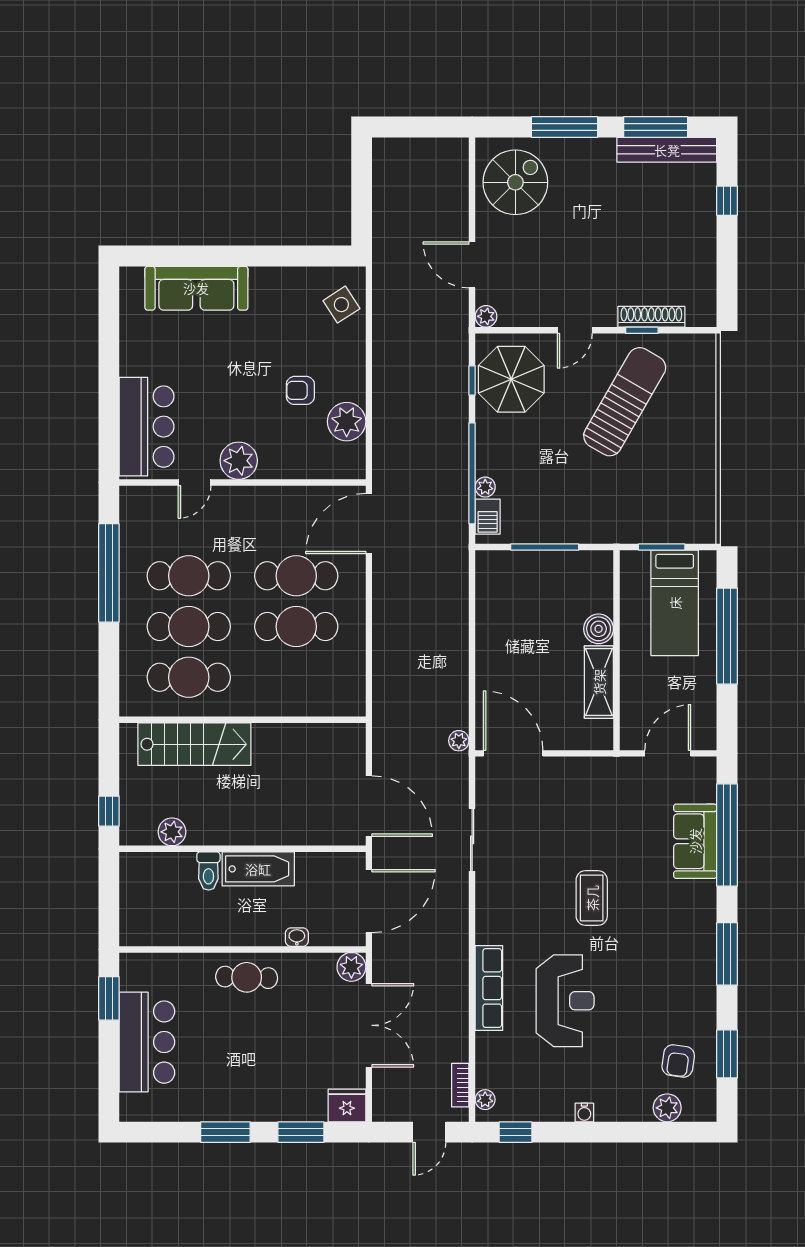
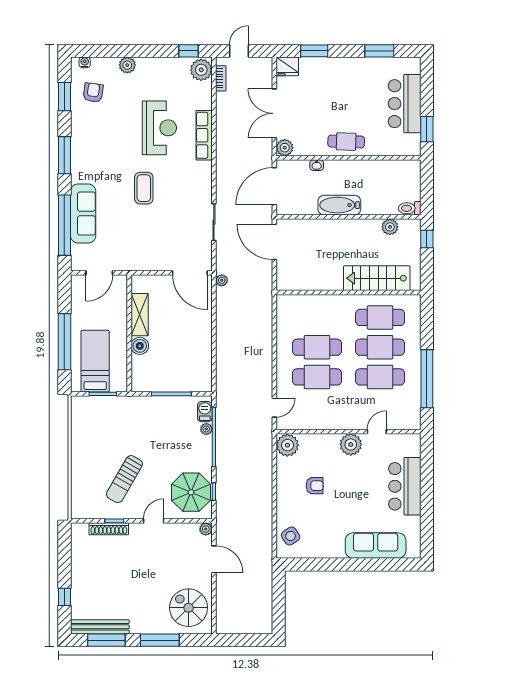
spiral stairs: (515, 182) -> (189, 608), turned 90
sun lounger: (625, 402) -> (124, 479), width x0.73, depth x0.75
plant: (347, 422) -> (287, 445), moved
bar counter: (147, 427) -> (405, 486), moved
door: (369, 524) -> (274, 408), width x0.53
sofa: (695, 841) -> (83, 214), width x1.36
toilet: (208, 871) -> (410, 208), moved, turned -90
reception desk: (565, 1001) -> (159, 128), turned 180
plant: (485, 1100) -> (201, 70), width x1.88, depth x1.88
plant: (667, 1108) -> (127, 65), moved
water cooler: (584, 1112) -> (85, 62), moved
window: (225, 1132) -> (379, 51), moved

